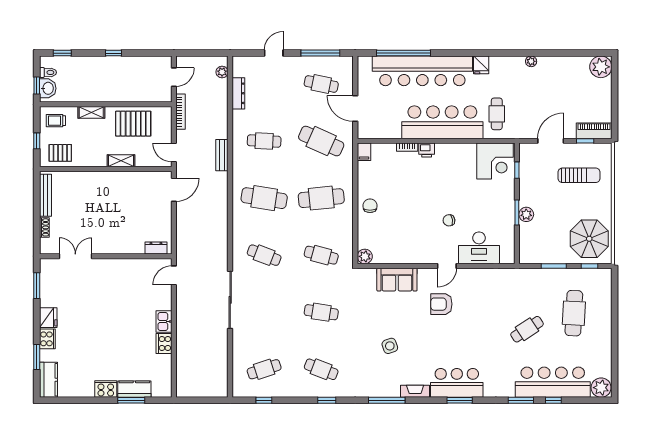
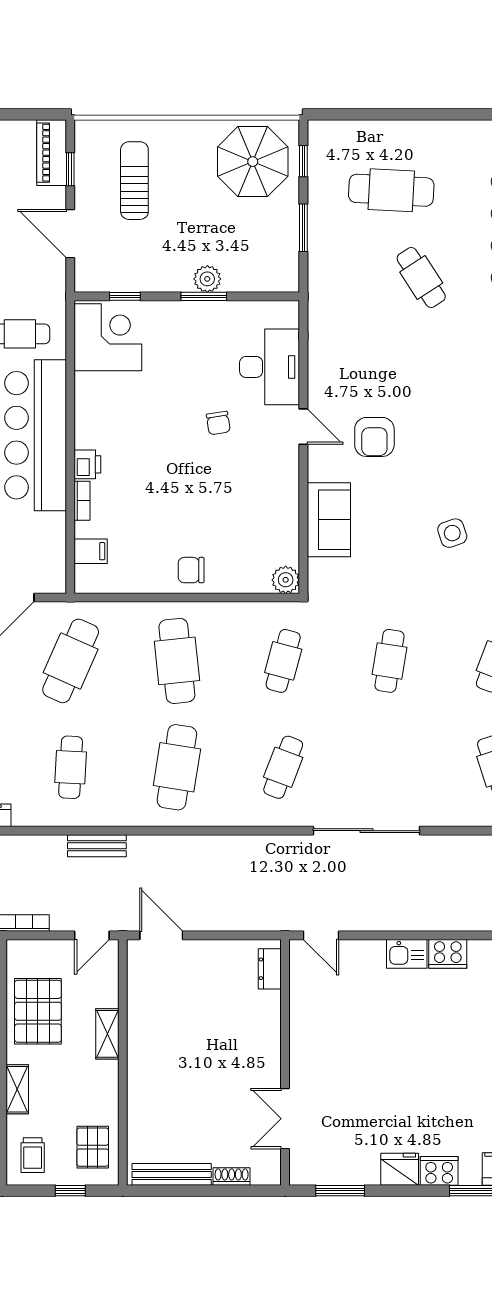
filing cabinet: (364, 152) -> (91, 551), moved

